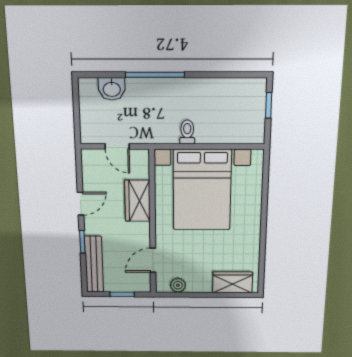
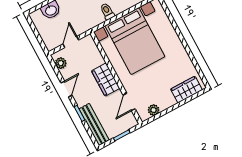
door: (117, 146) -> (71, 42), swing flipped
plant: (90, 167) -> (61, 63), added
wardrobe: (137, 201) -> (106, 80), moved

